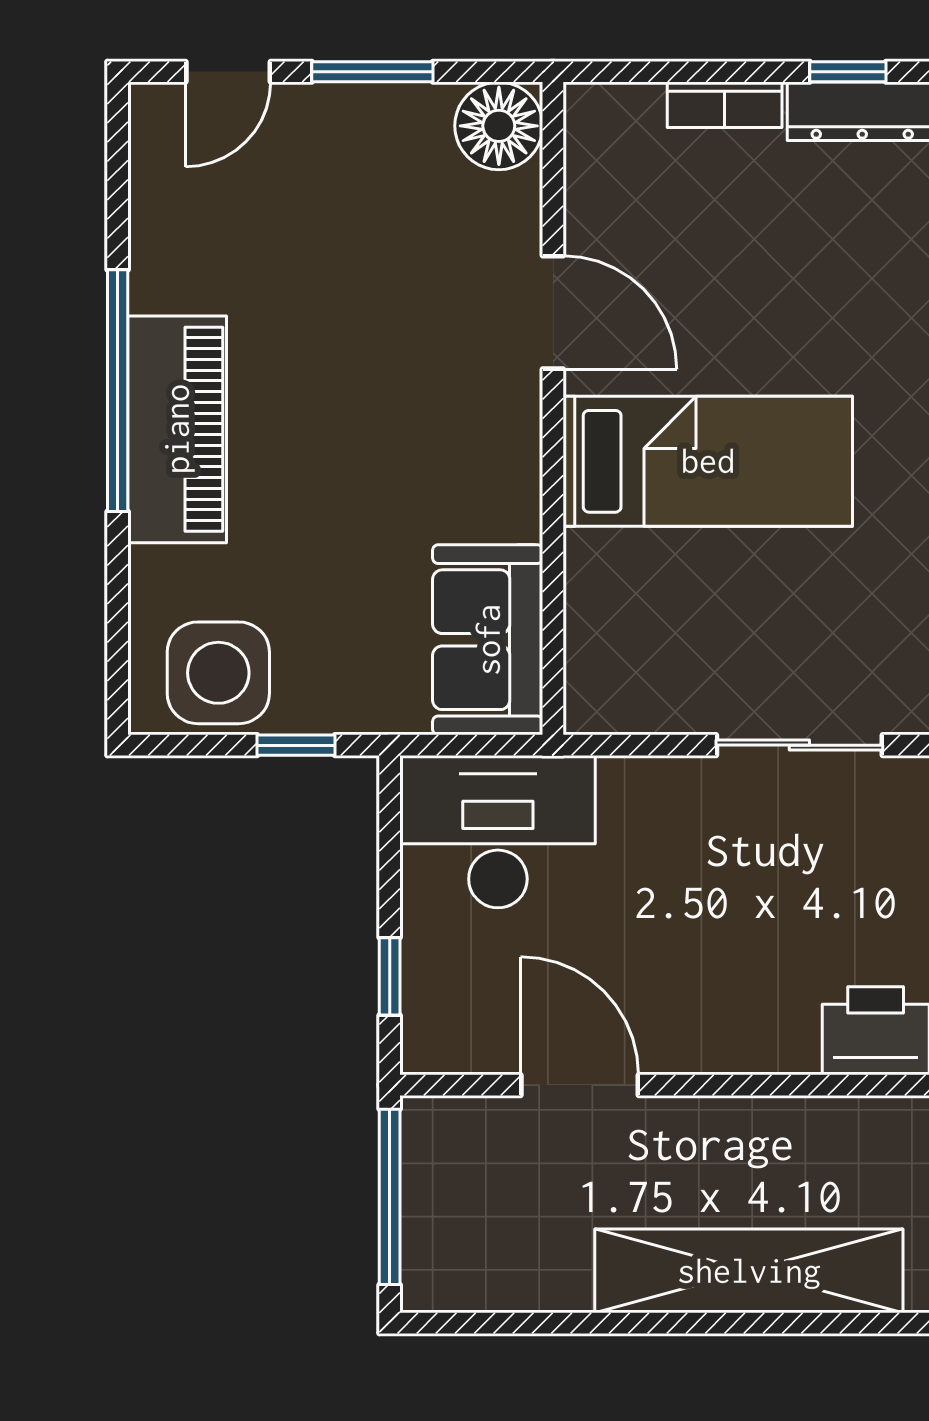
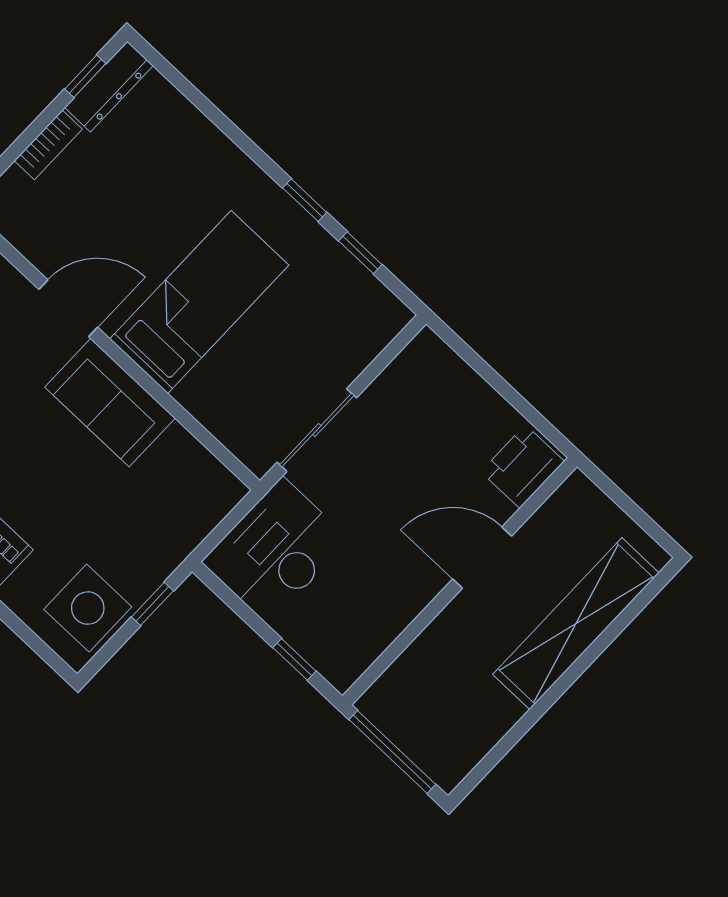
sofa: (488, 640) -> (110, 403), moved
sliding door: (799, 745) -> (317, 430), moved
door: (580, 1085) -> (482, 558), moved

